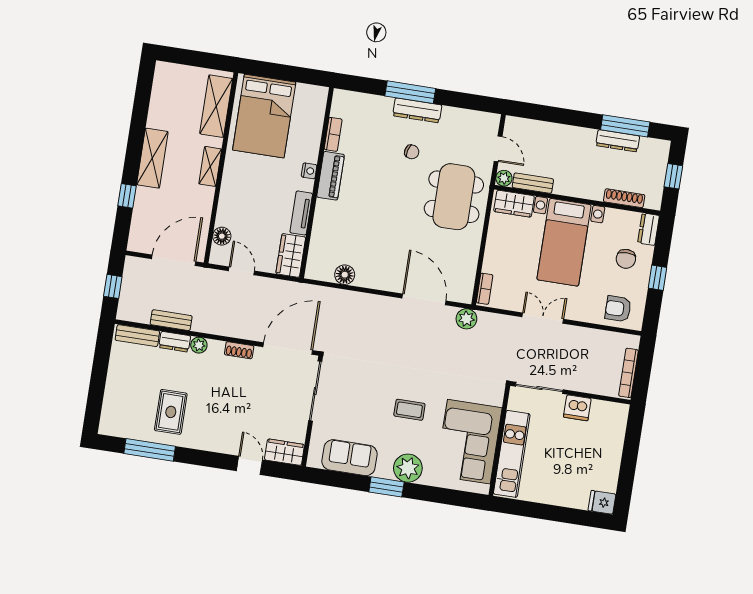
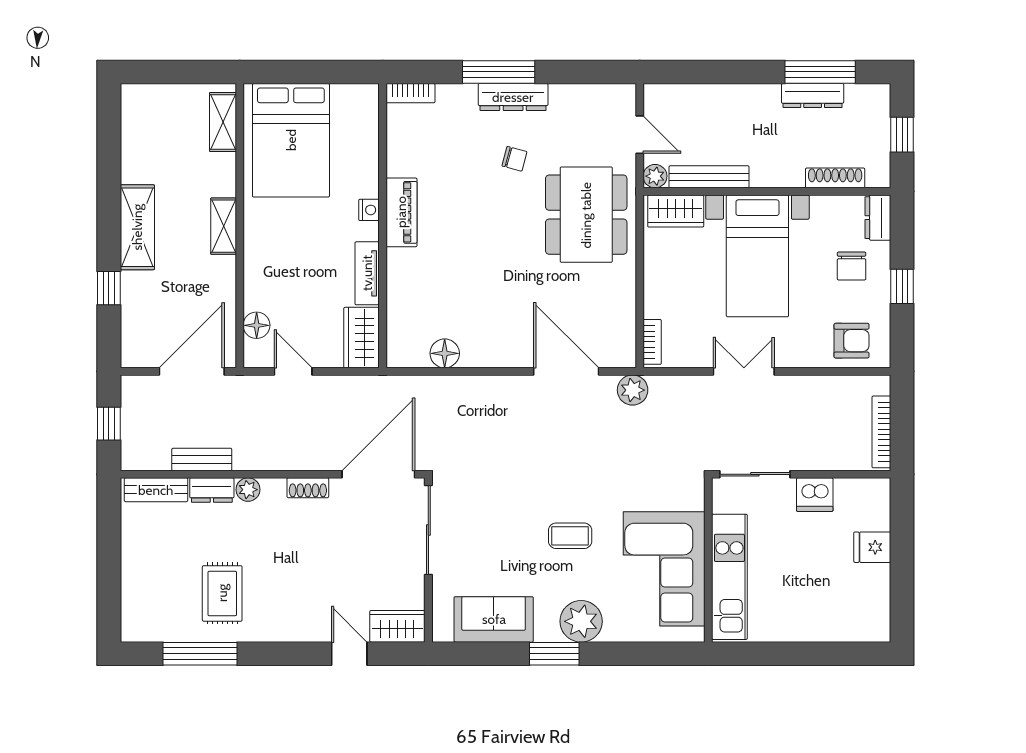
shelving: (216, 106) -> (223, 122), width x0.67, depth x0.75
bookcase: (333, 134) -> (410, 93), moved, turned 90
bench: (533, 183) -> (709, 177), width x1.36
armchair: (618, 309) -> (852, 341), turned 180
fridge: (602, 502) -> (872, 547), moved

